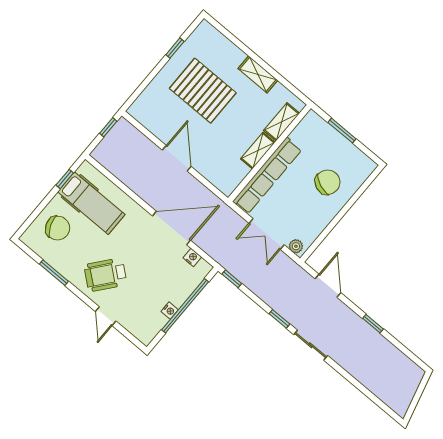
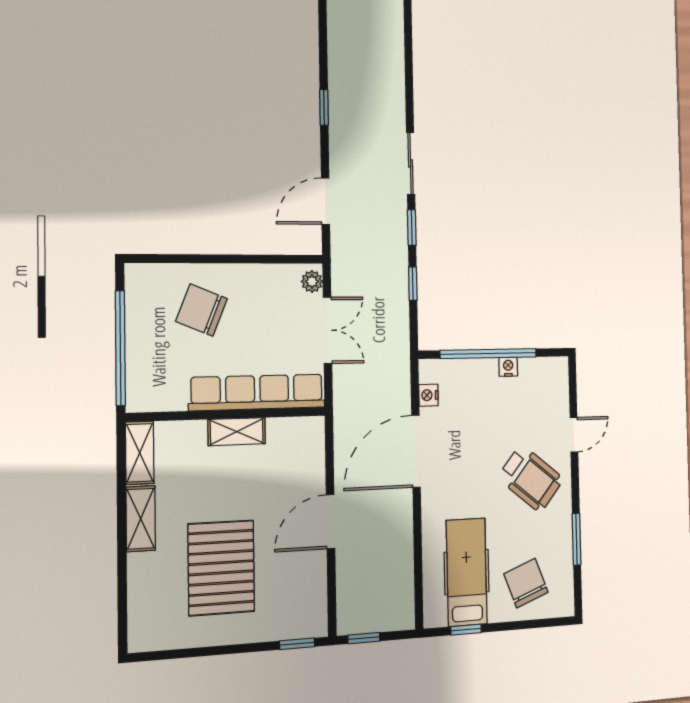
window: (175, 48) -> (297, 644), moved
shelving: (282, 122) -> (140, 453), moved, turned 90
window: (342, 131) -> (120, 348), width x2.11
door: (171, 228) -> (416, 451), hinge flipped
window: (232, 279) -> (413, 284), moved

